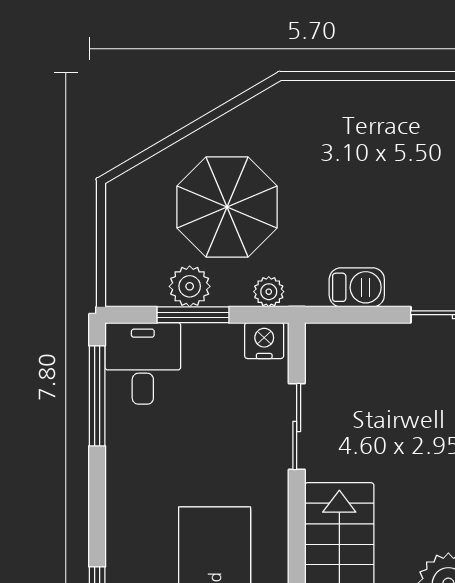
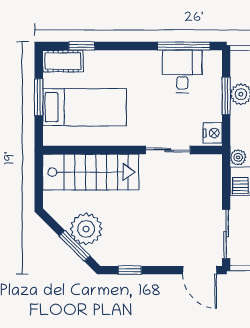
plant: (269, 292) -> (238, 157), moved
desk: (143, 363) -> (182, 71), moved, turned -90

